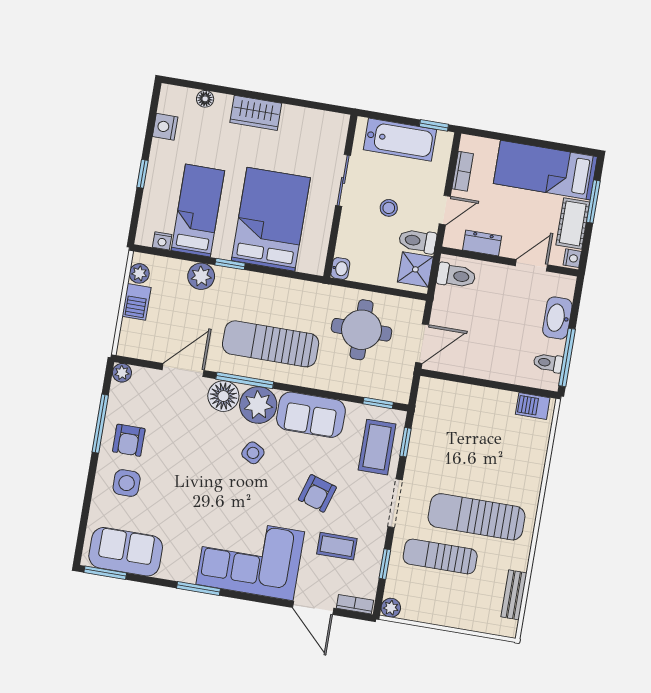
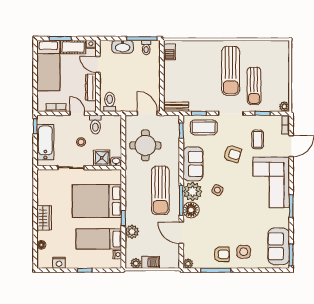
dresser: (482, 243) -> (91, 87), width x1.44
shower: (415, 269) -> (102, 158), moved
bench: (514, 595) -> (176, 107), moved

